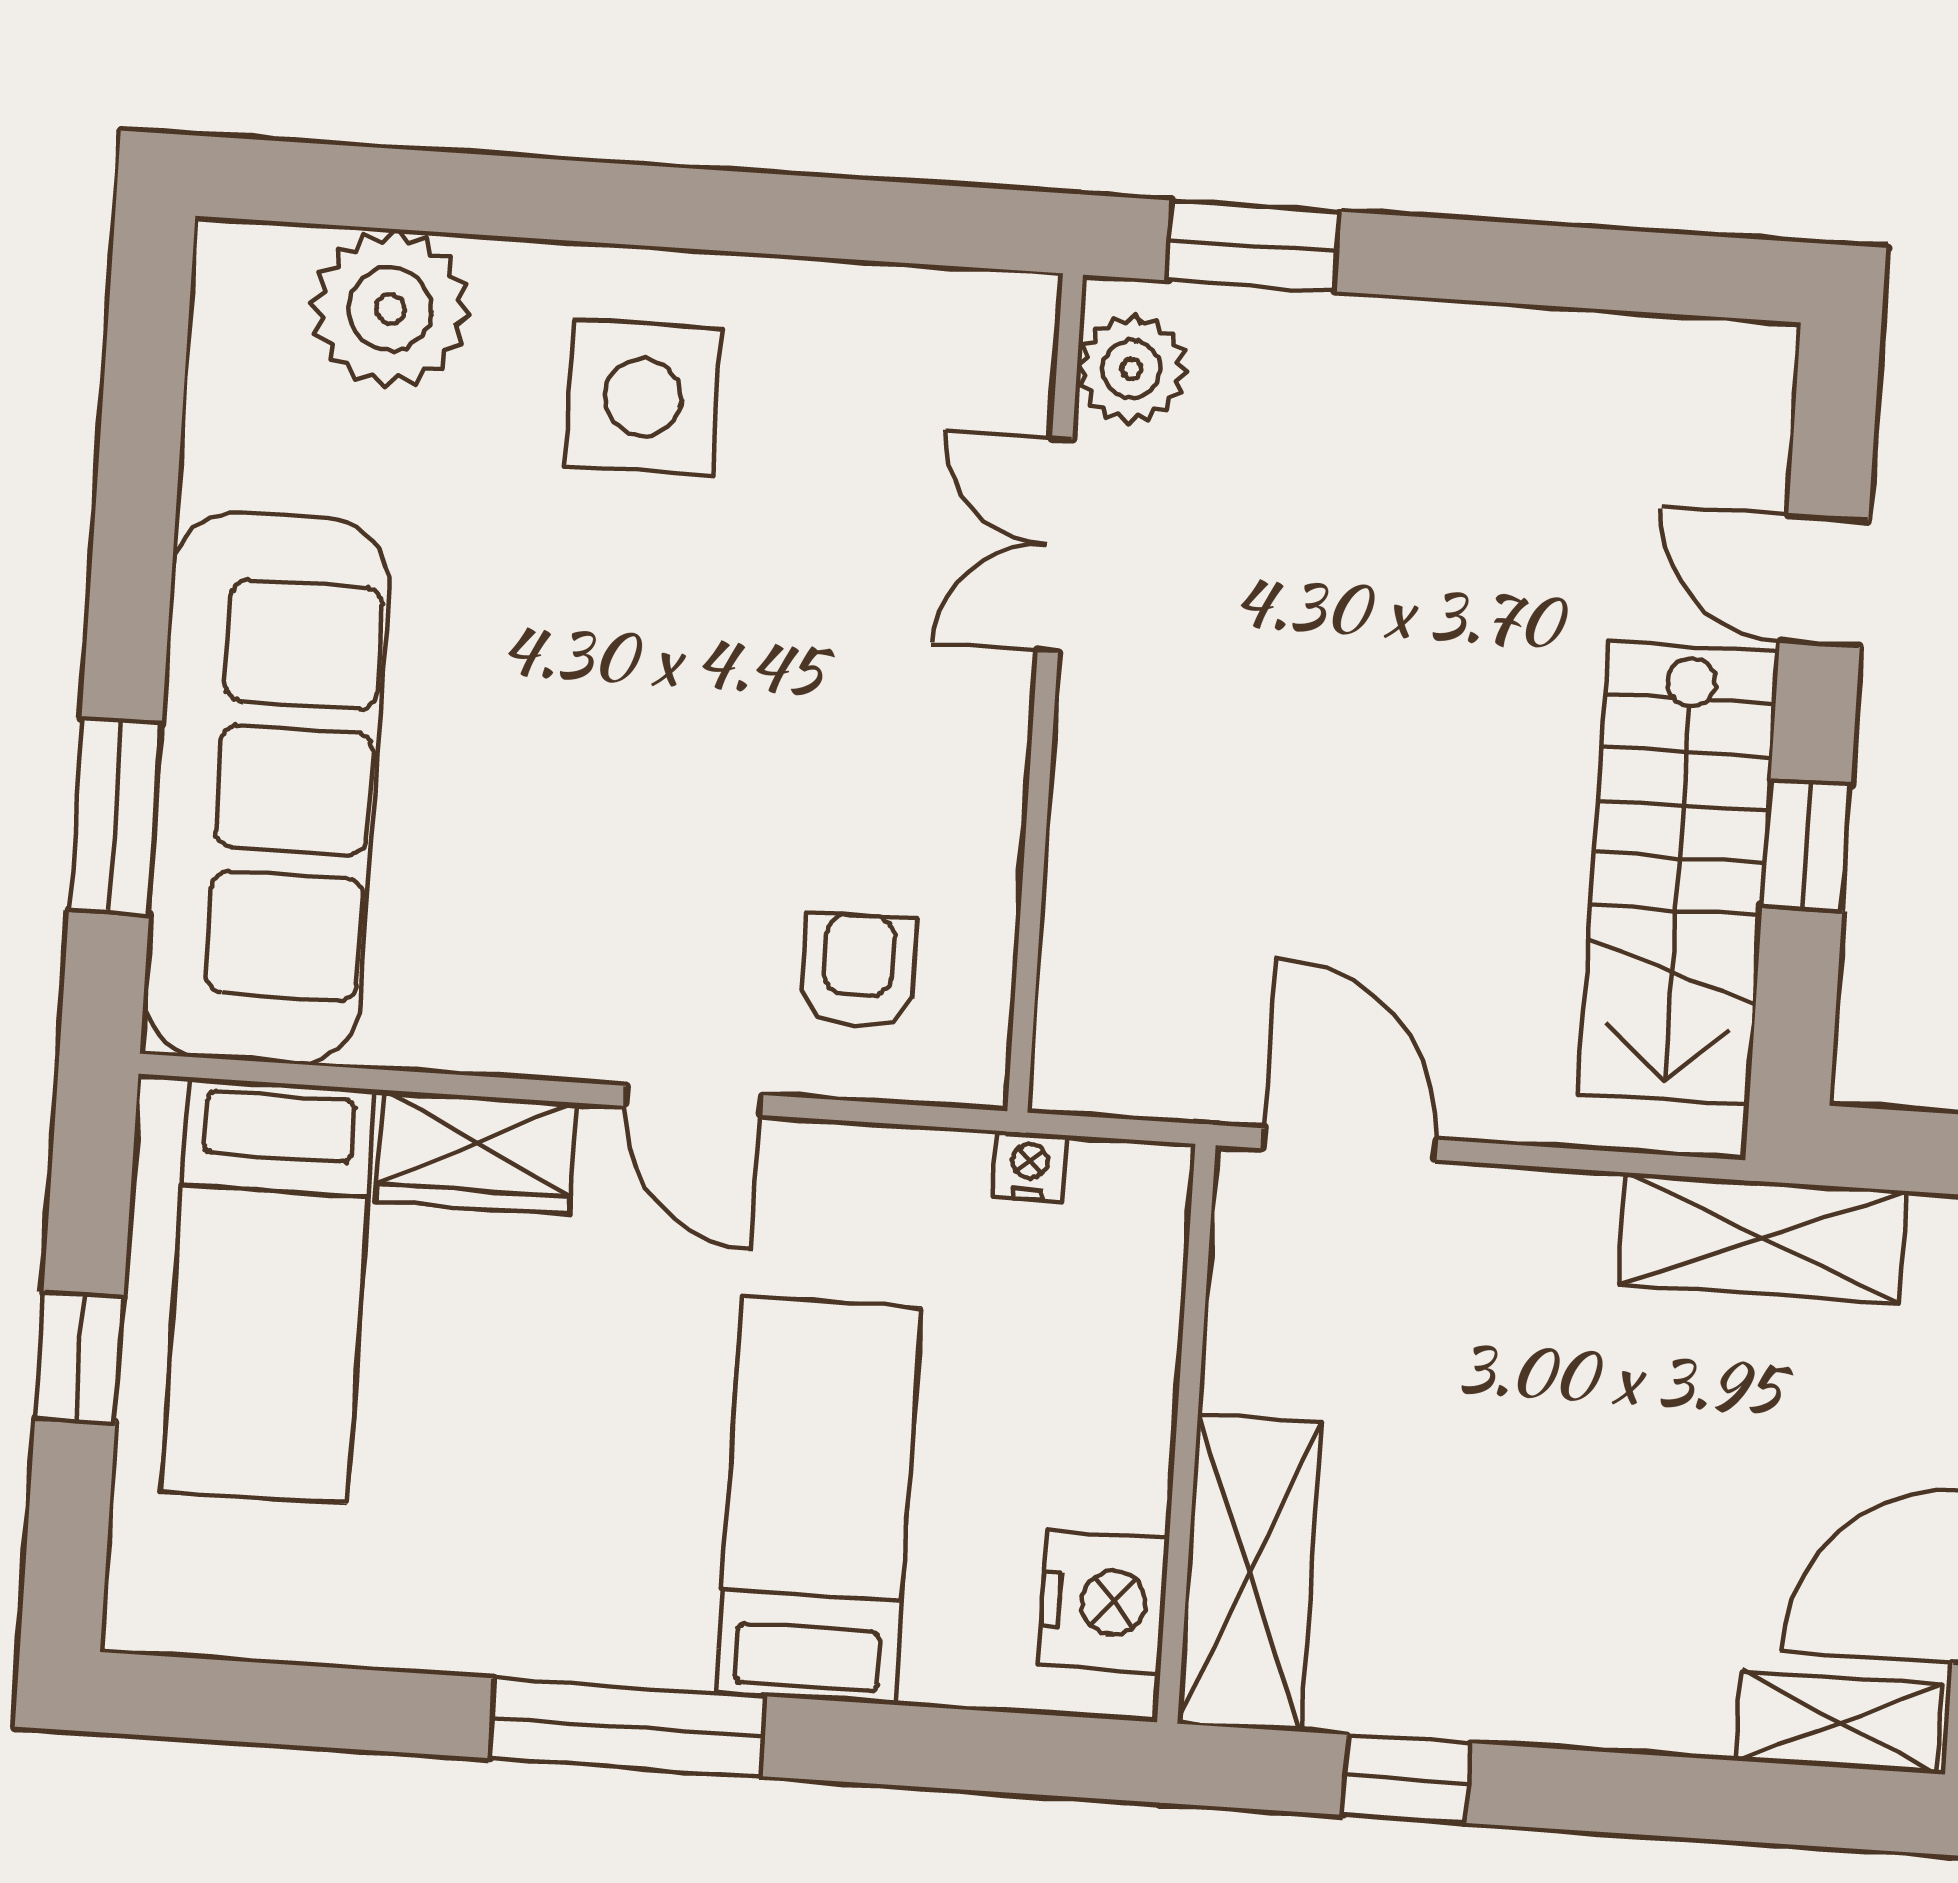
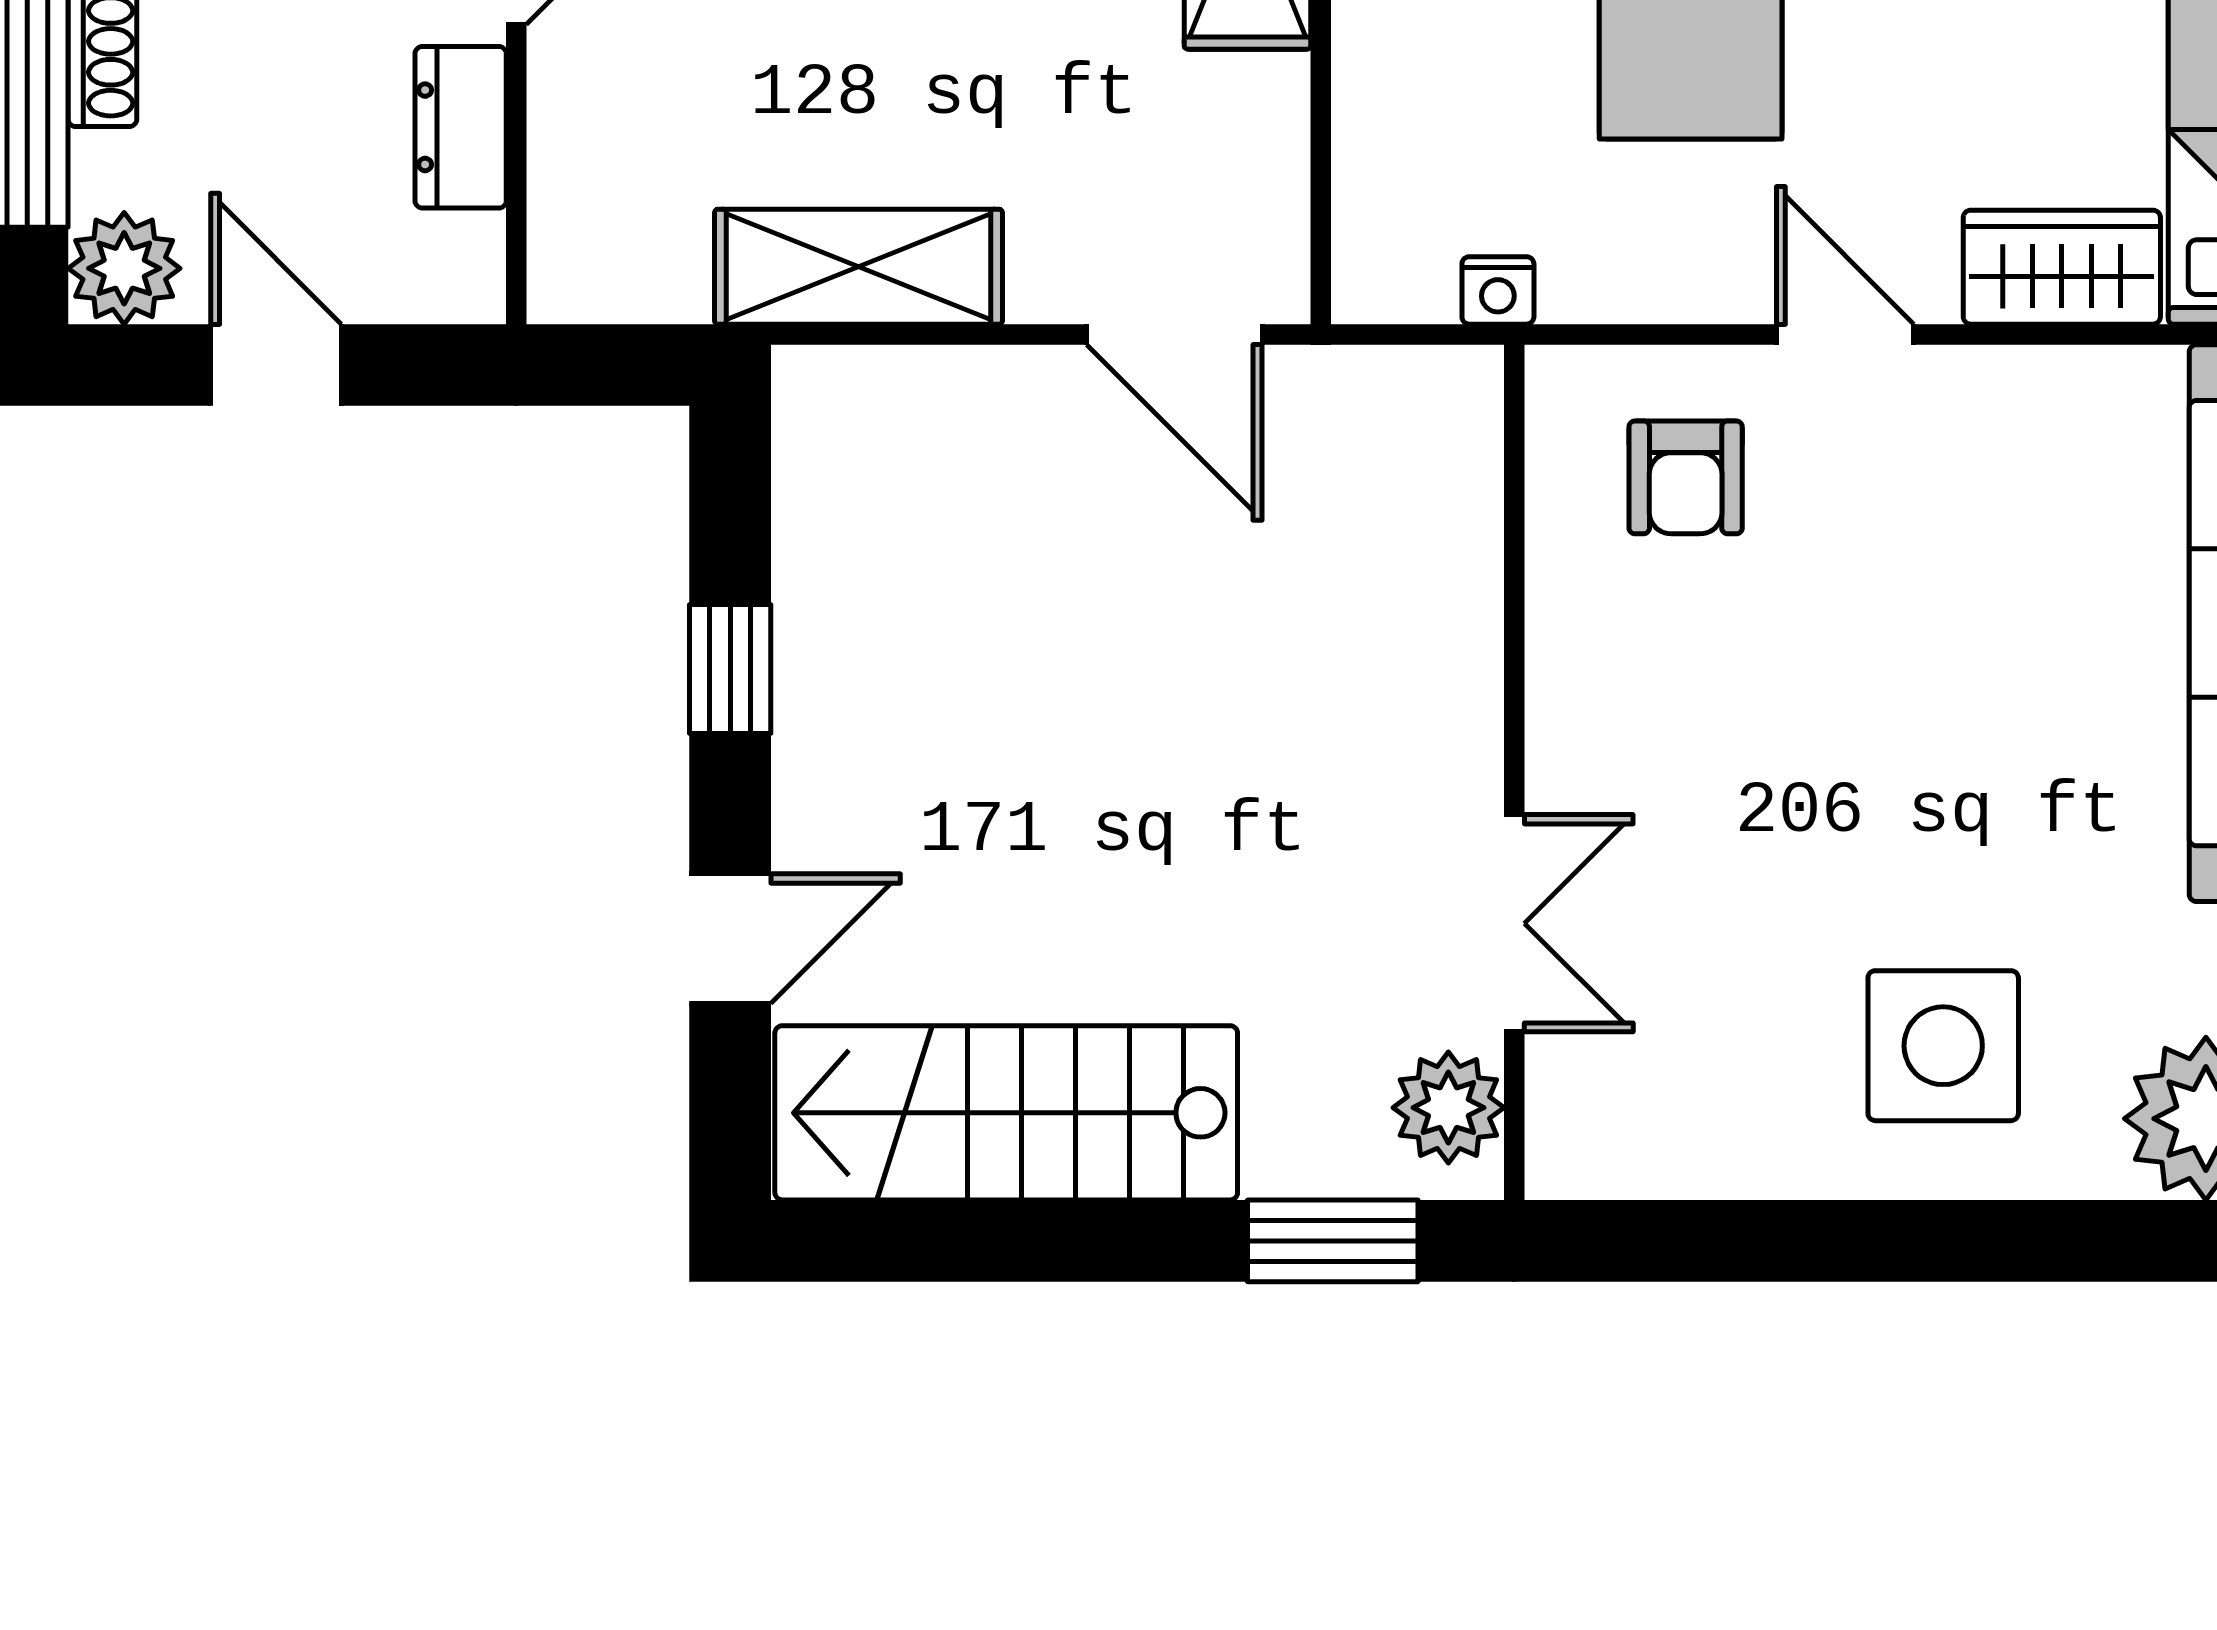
door: (1824, 581) -> (730, 939), hinge flipped
stairs: (1679, 873) -> (1006, 1113), moved, turned -90
shelving: (1762, 1238) -> (858, 267), moved

